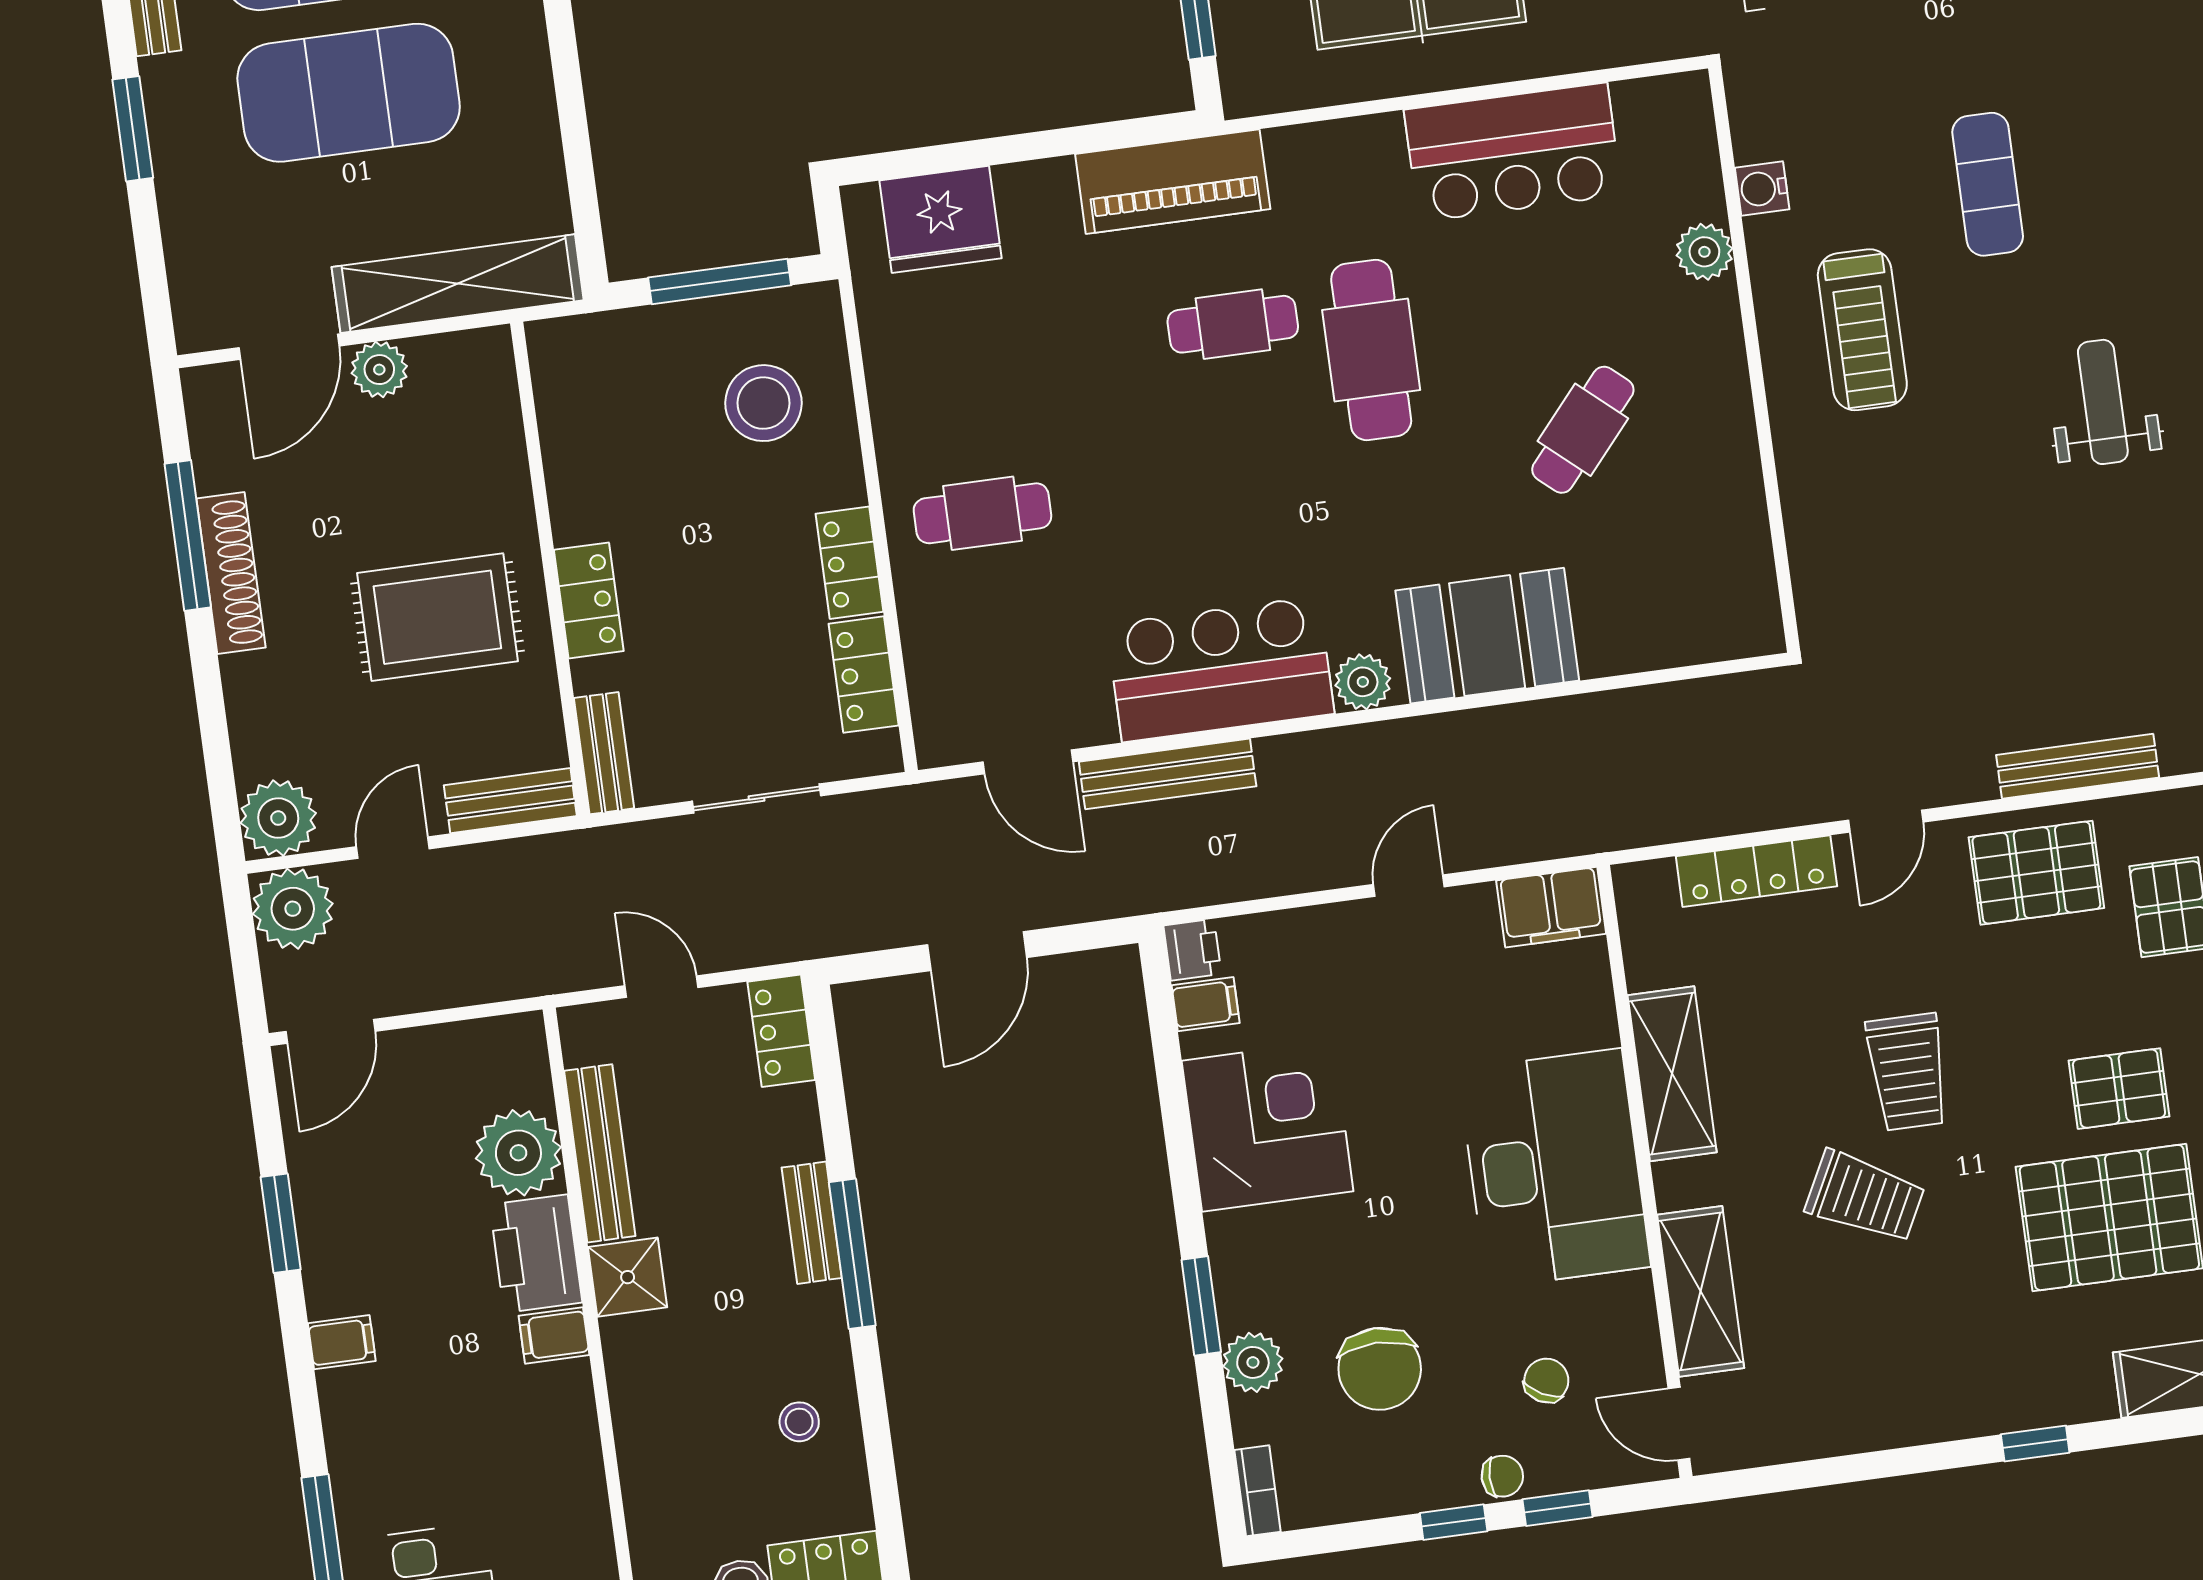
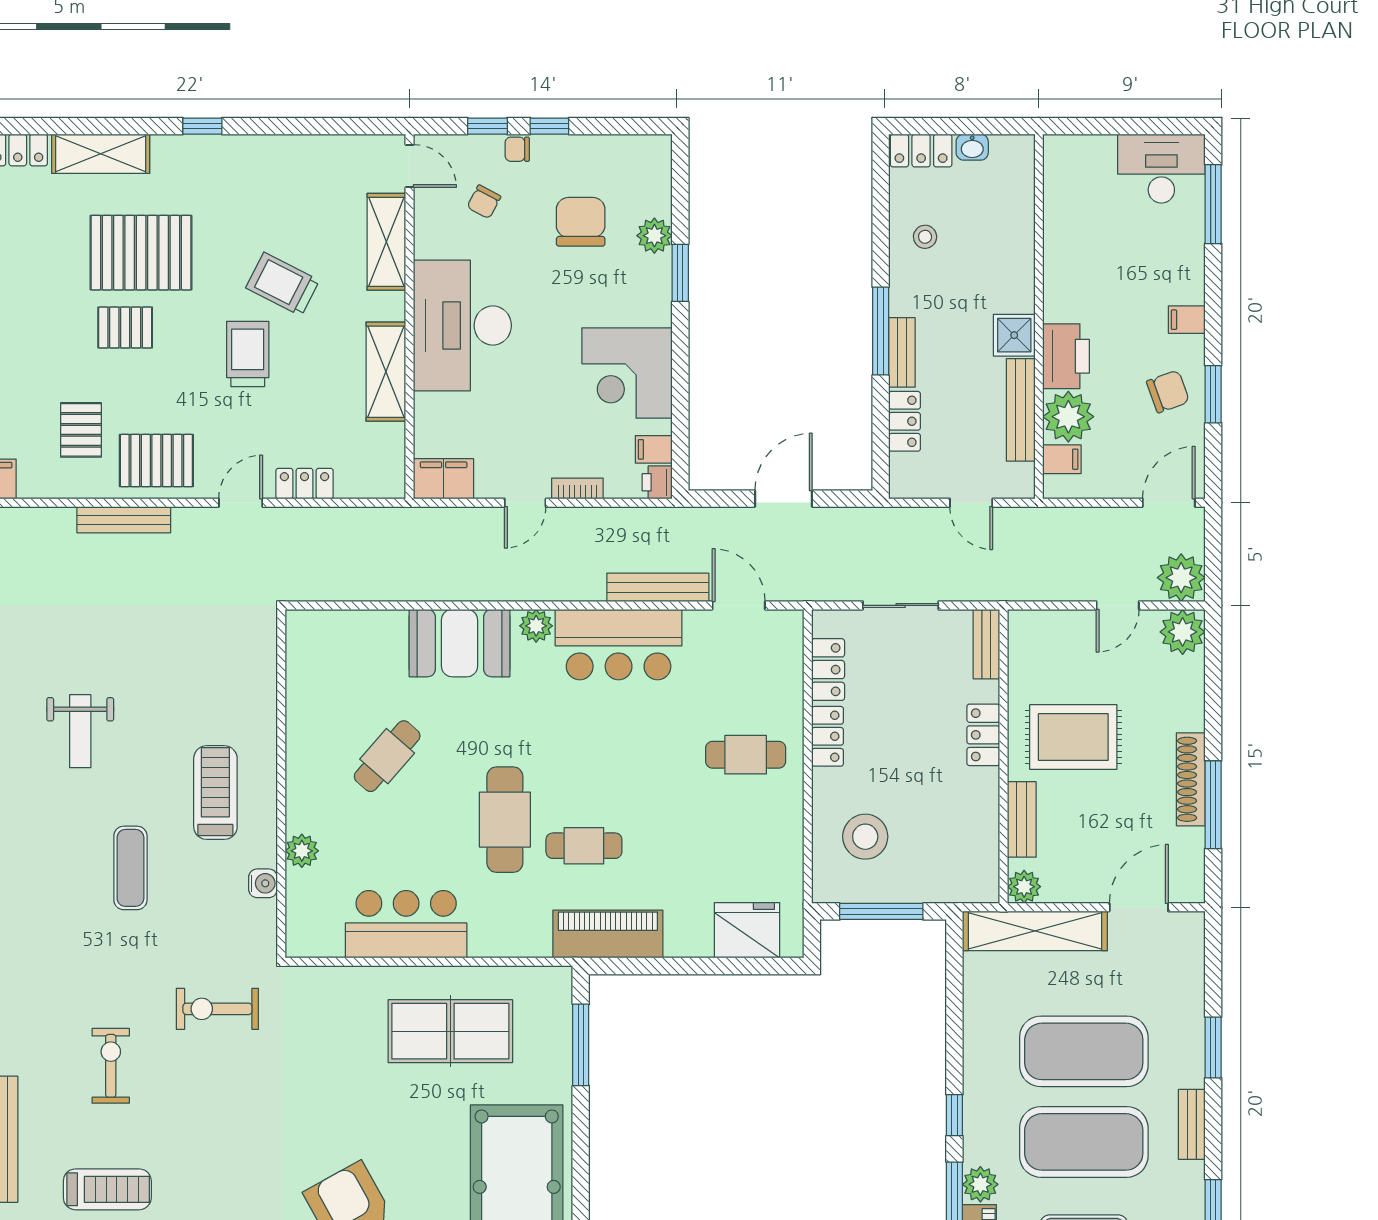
plant: (379, 370) -> (1024, 887), moved
bench: (510, 801) -> (1022, 819), moved, turned 90
locker: (1756, 871) -> (305, 484), width x0.66
locker: (781, 1031) -> (905, 421), moved
chair: (357, 1218) -> (1168, 391), added
filing cabinet: (554, 1335) -> (1062, 459), moved
bookcase: (1258, 1491) -> (577, 489), moved, turned 90

